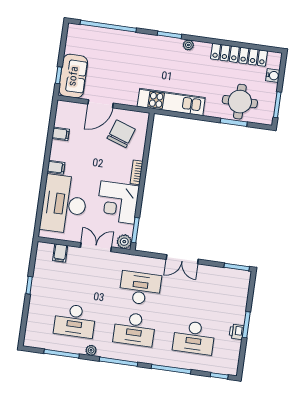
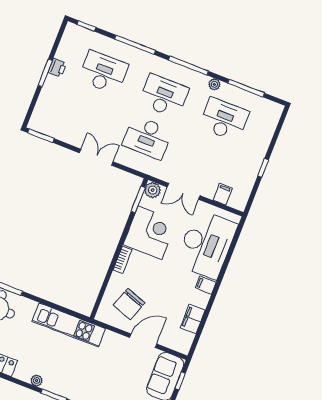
filing cabinet: (61, 134) -> (193, 319), width x2.00

